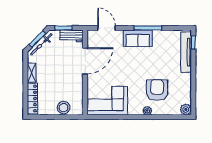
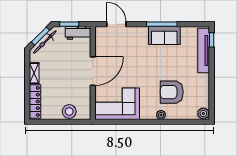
sofa: (138, 38) -> (164, 35), moved
door: (85, 61) -> (93, 71), moved
armchair: (157, 90) -> (172, 92), turned -90

